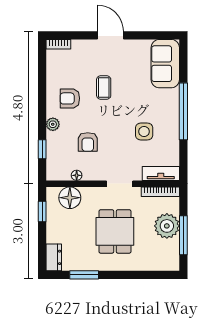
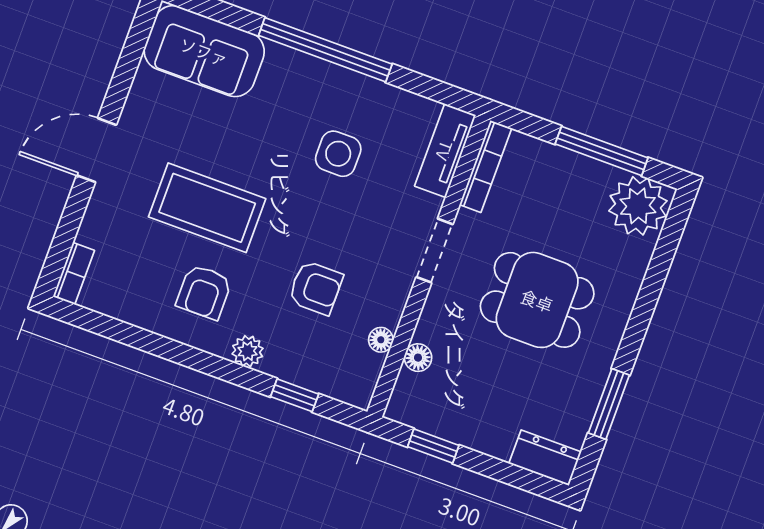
coffee table: (104, 87) -> (207, 208), width x1.86, depth x1.72
floor lamp: (70, 198) -> (418, 358), width x0.53, depth x0.53
plant: (167, 226) -> (638, 206), moved

